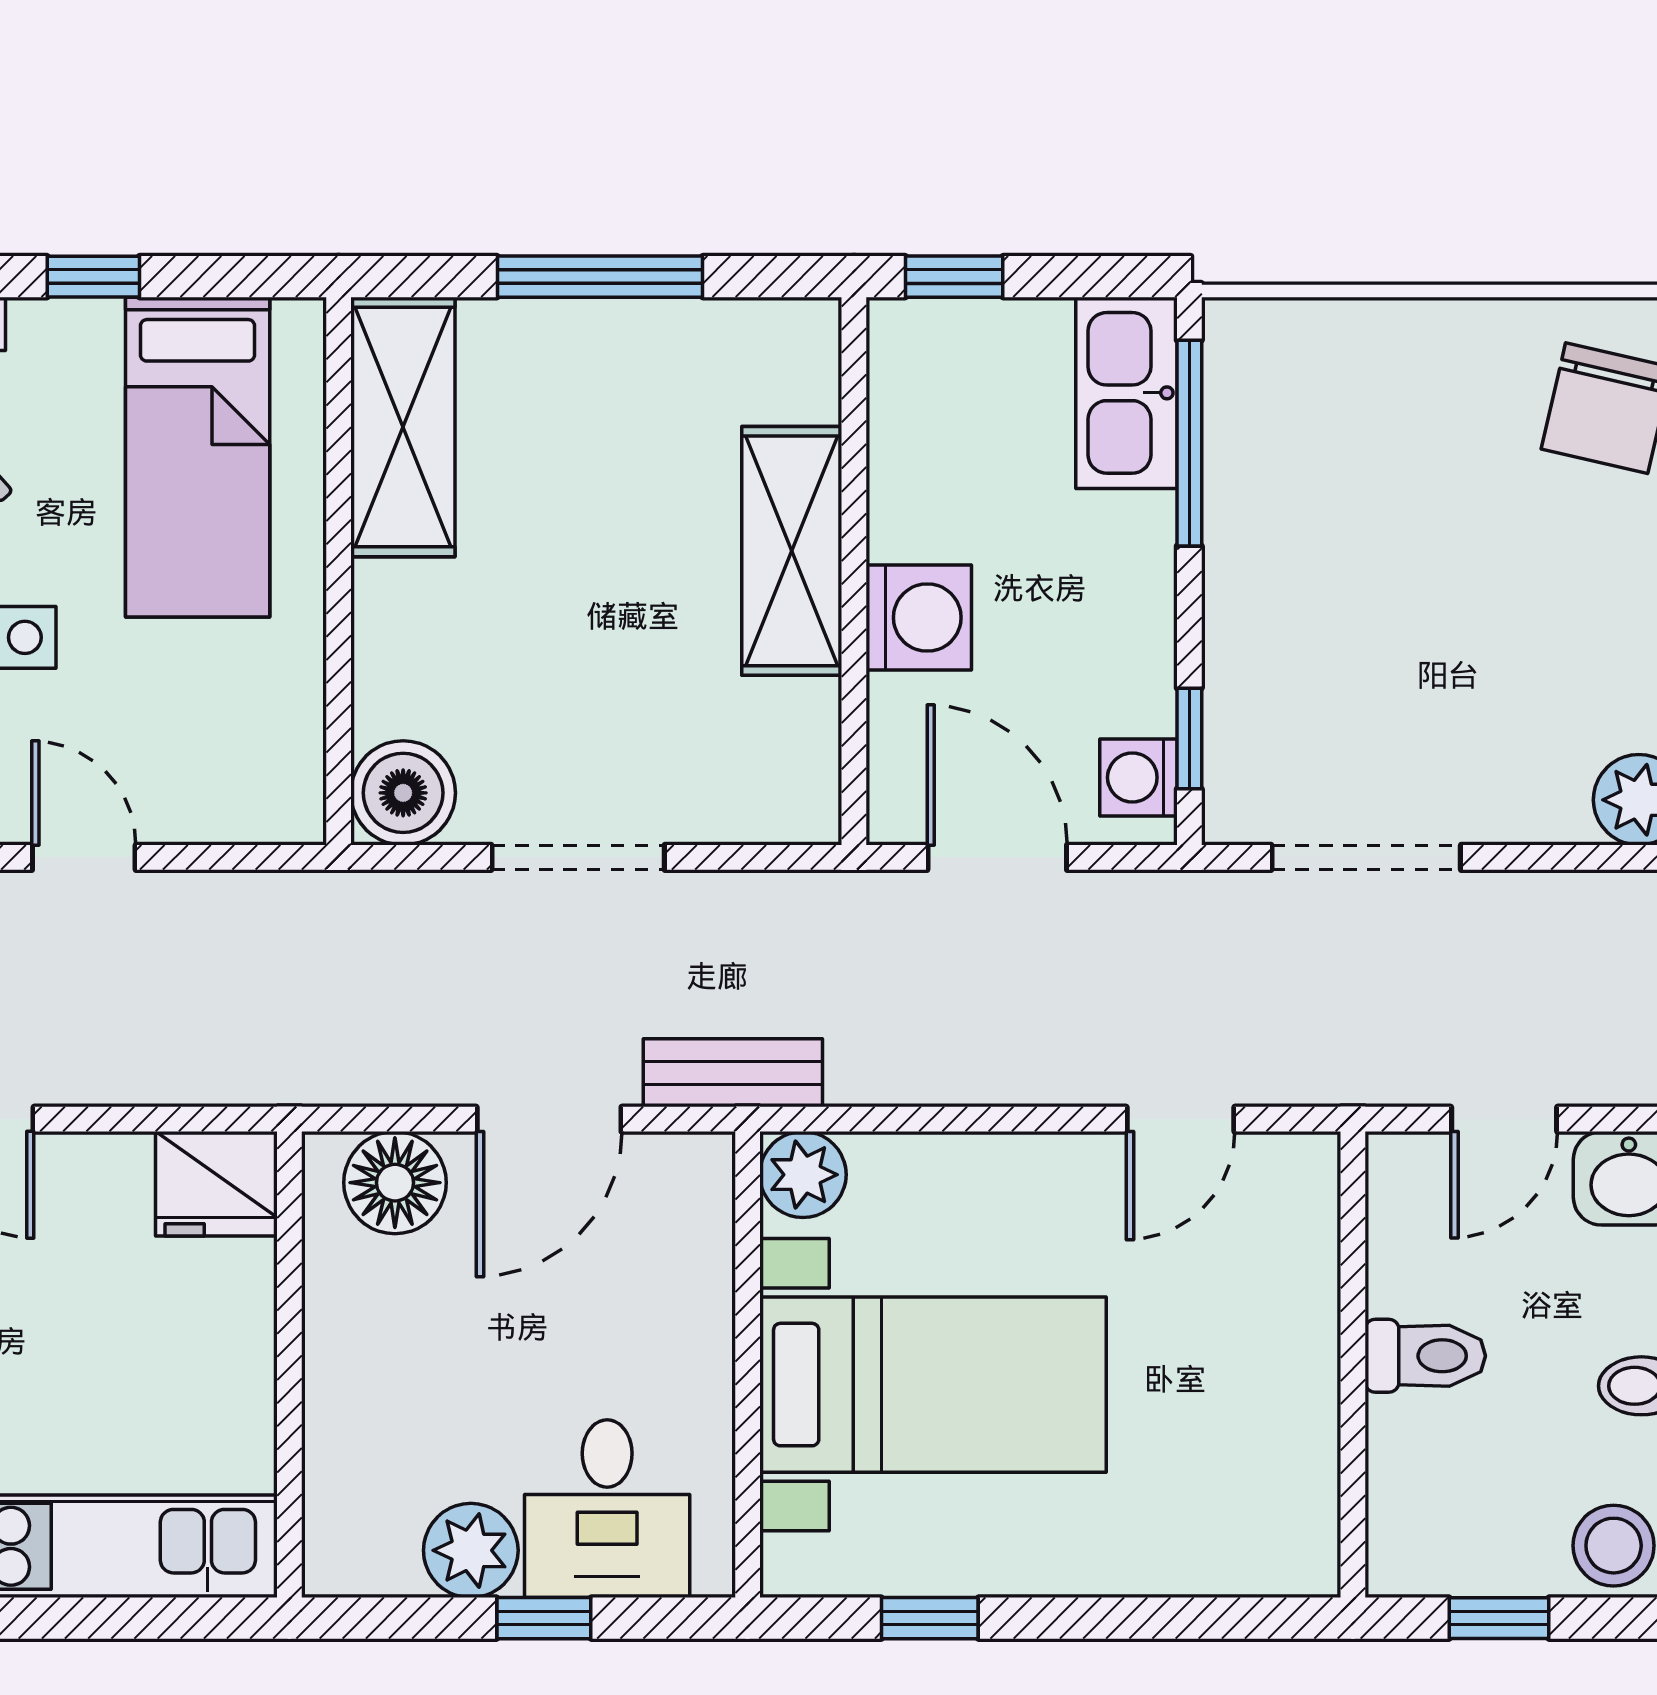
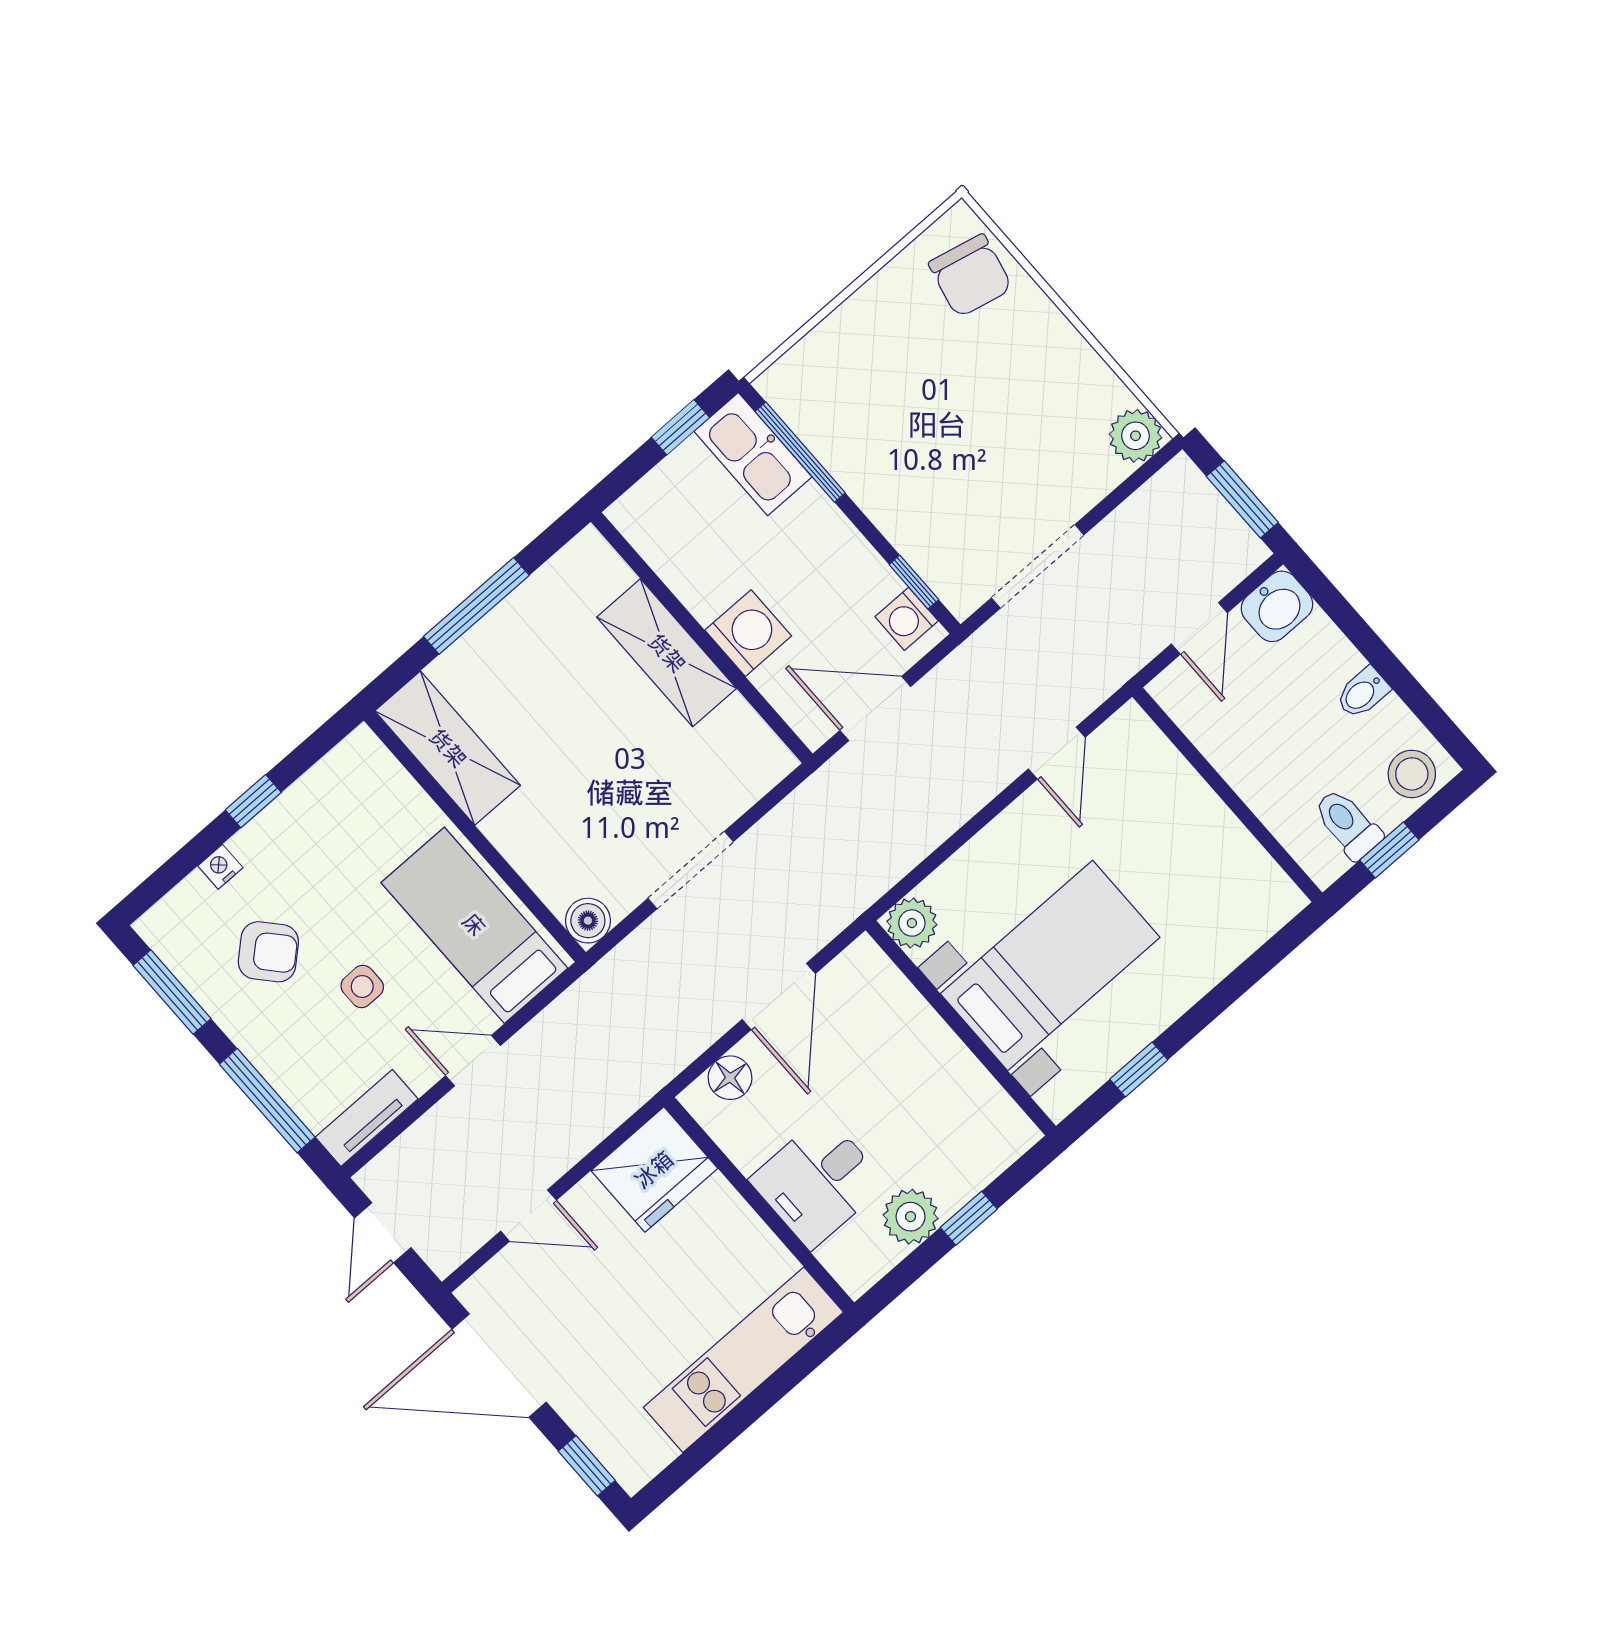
window: (954, 277) -> (680, 427), moved
bed: (198, 457) -> (474, 925), moved, turned 180
boiler: (403, 793) -> (588, 921), width x0.73, depth x0.73
bench: (733, 1073) -> (842, 905), removed
floor lamp: (395, 1183) -> (730, 1078), width x0.73, depth x0.73
fridge: (216, 1184) -> (654, 1170), width x1.36, depth x1.34
toilet: (1425, 1356) -> (1348, 824), moved, turned -90
desk: (607, 1509) -> (818, 1182), moved, turned 90

